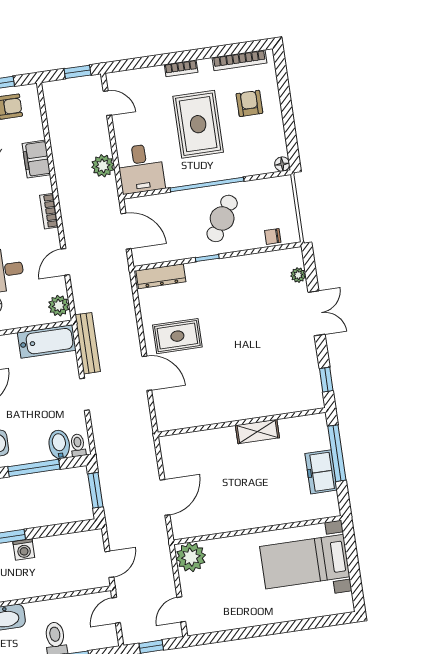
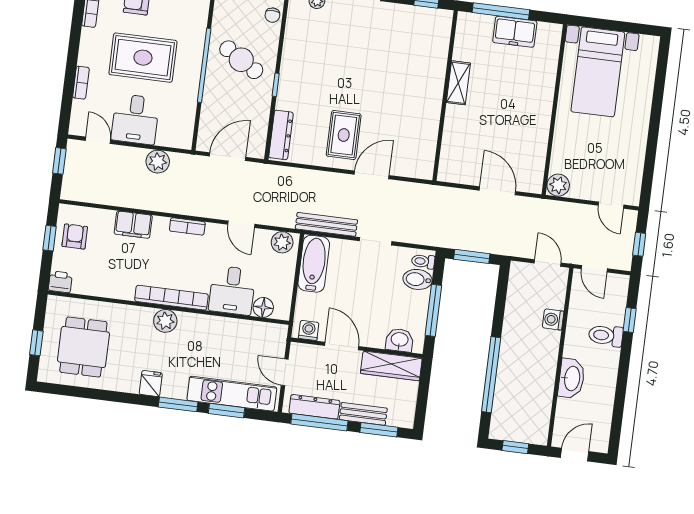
bookcase: (181, 68) -> (81, 83), moved
door: (107, 103) -> (98, 140), hinge flipped
desk: (141, 169) -> (135, 119), moved, turned 90
washing machine: (24, 549) -> (553, 319), moved, turned 180
plant: (191, 557) -> (558, 185), width x0.73, depth x0.73

